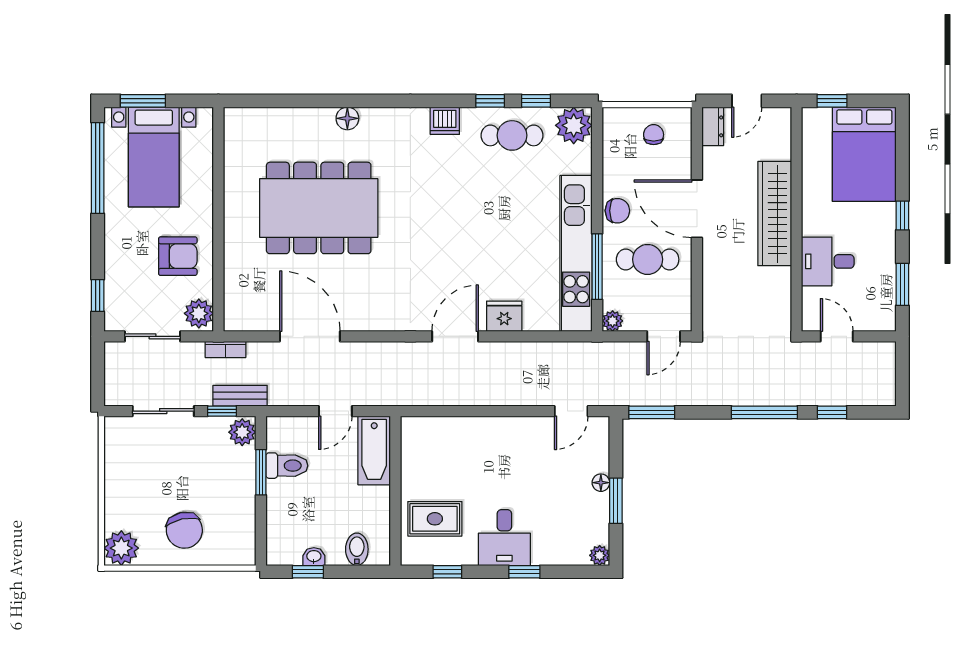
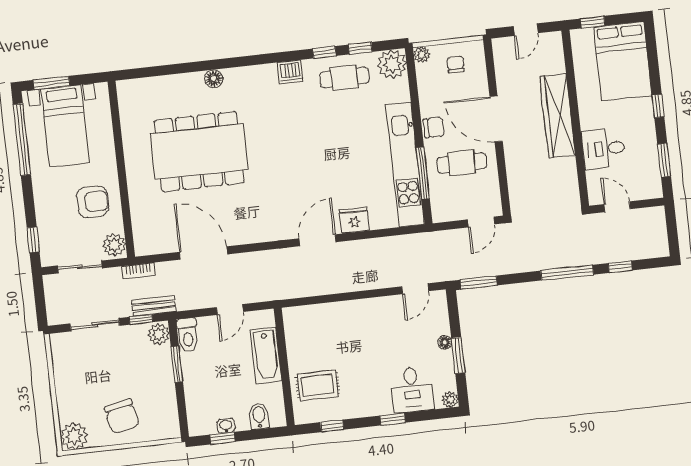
dresser: (713, 126) -> (501, 53), removed
plant: (613, 321) -> (422, 55), moved
bathtub: (374, 450) -> (266, 355), moved
toilet: (287, 466) -> (188, 335), moved, turned 90
desk: (504, 538) -> (412, 390), moved

